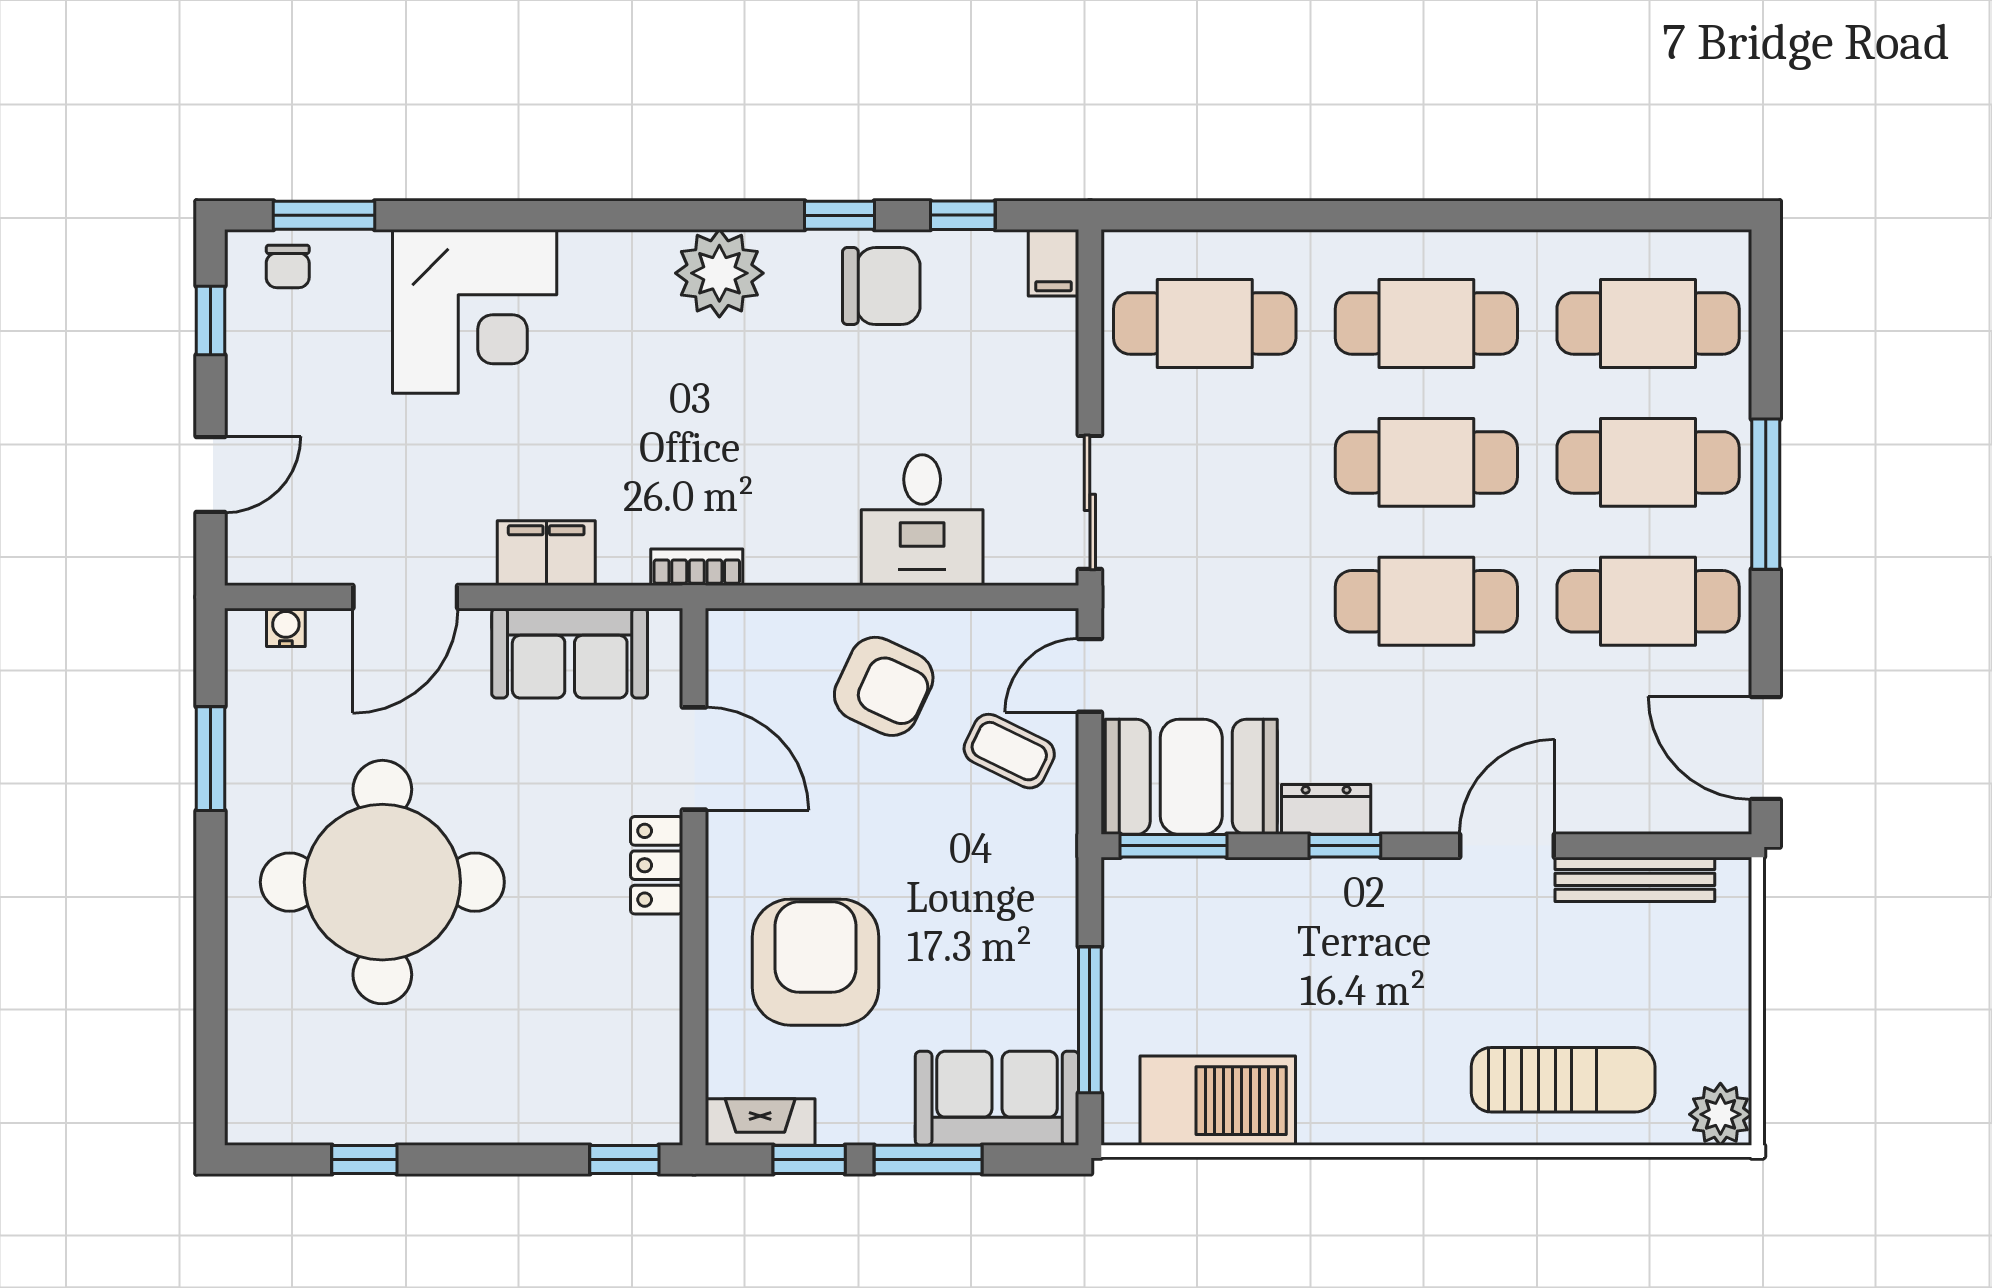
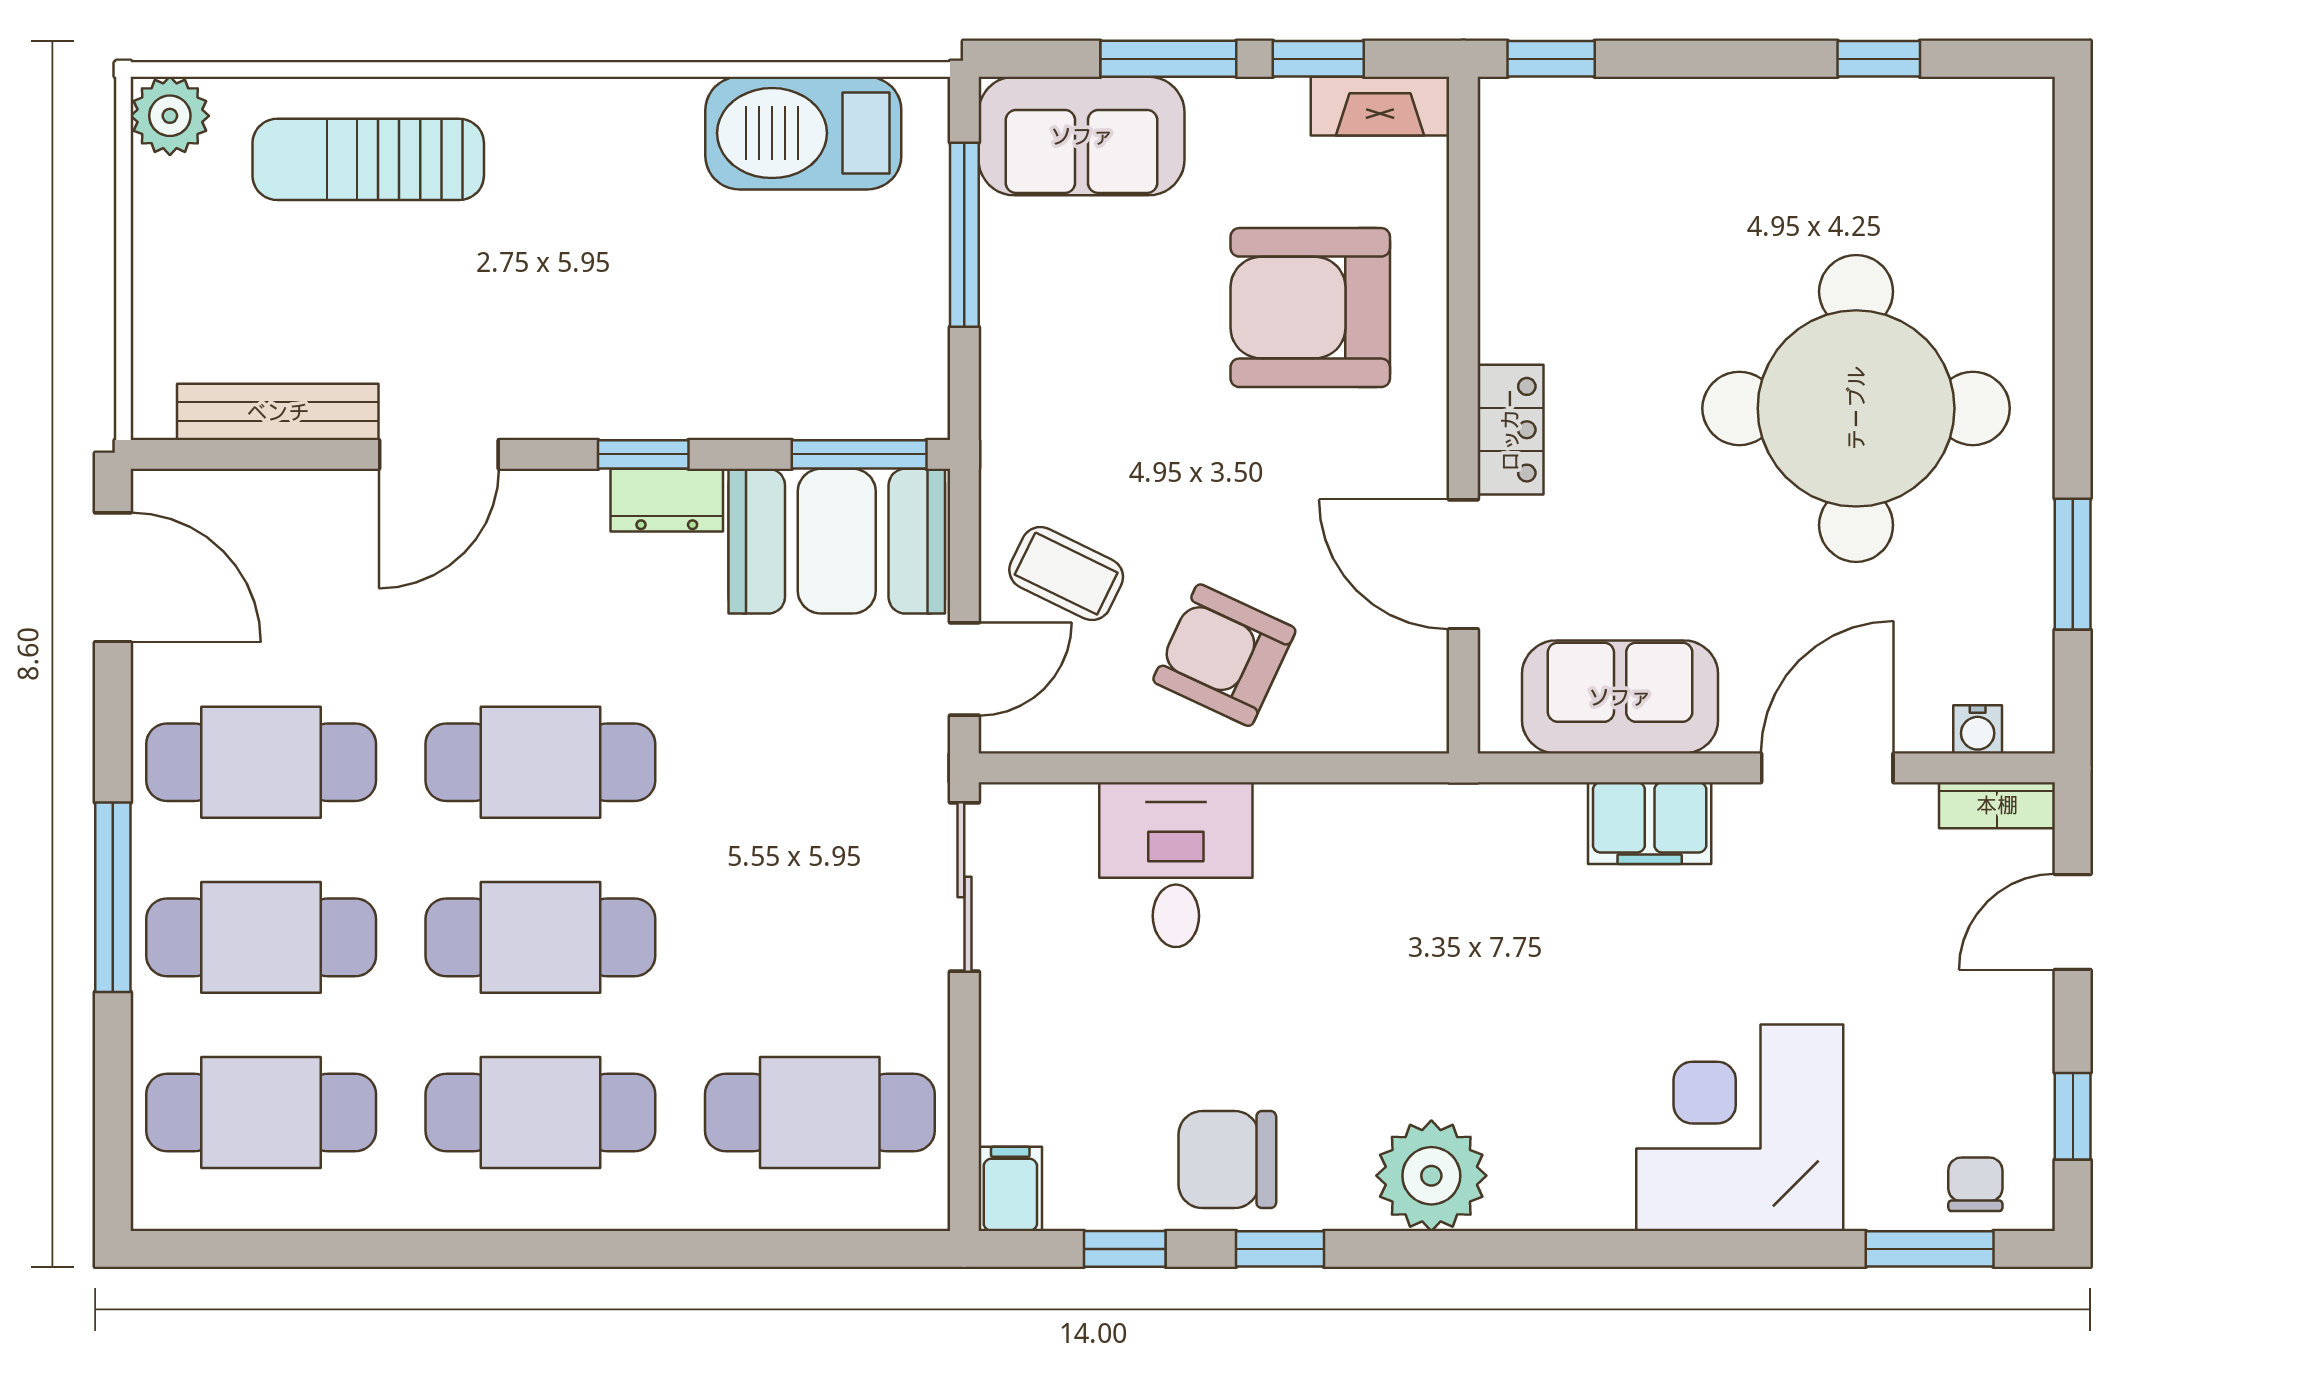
bookcase: (697, 567) -> (1997, 805), moved
armchair: (816, 962) -> (1310, 308), turned 90

